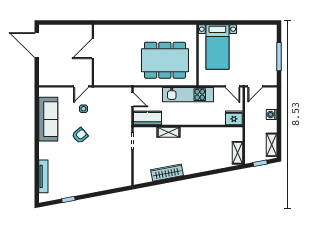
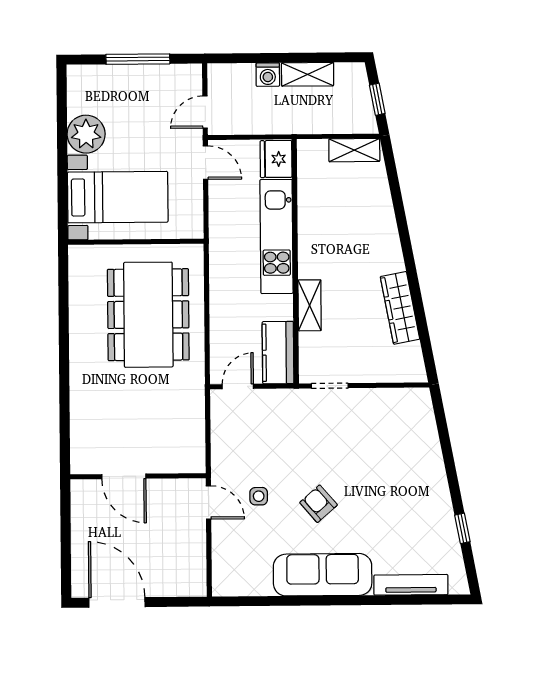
plant: (246, 33) -> (86, 134), added
door: (37, 45) -> (117, 602), swing flipped
door: (233, 86) -> (206, 163), hinge flipped
door: (255, 86) -> (205, 112), swing flipped
kitchen unit: (188, 95) -> (276, 236), moved, turned 180
sofa: (48, 119) -> (323, 575), moved
shelving: (272, 145) -> (308, 74), moved

